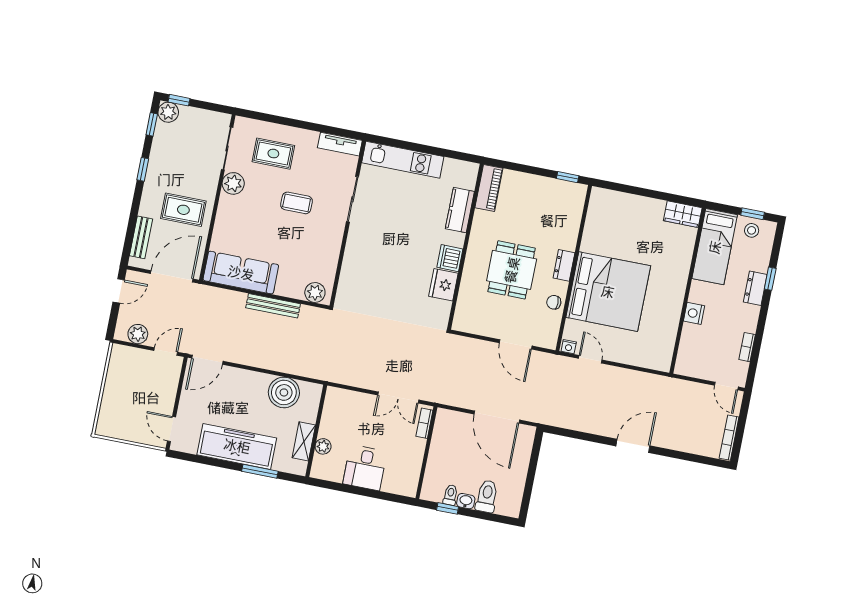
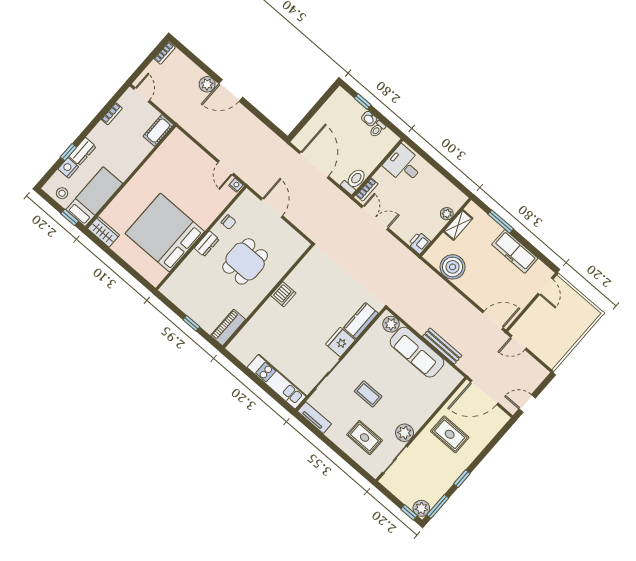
window: (152, 124) -> (438, 506), width x1.50
window: (568, 177) -> (191, 323), moved
kitchen counter: (460, 210) -> (361, 321), moved, turned 180
window: (753, 214) -> (70, 217), moved
bench: (141, 237) -> (490, 432), removed
sofa: (241, 273) -> (417, 352), moved
fridge: (443, 285) -> (340, 342), moved, turned 180
bed: (608, 292) -> (165, 232), moved
bench: (273, 306) -> (442, 346), moved
nightstand: (694, 313) -> (68, 168), moved, turned 180
plant: (138, 334) -> (207, 84), moved
cot: (686, 358) -> (158, 131), added
printer: (335, 398) -> (419, 243), added
bookcase: (729, 438) -> (165, 53), width x0.64
freezer: (237, 446) -> (515, 251), width x0.73, depth x0.79
desk: (365, 468) -> (404, 165), moved, turned -90
toilet: (487, 496) -> (354, 181), moved, turned 180
window: (448, 508) -> (363, 102), moved

